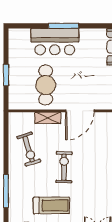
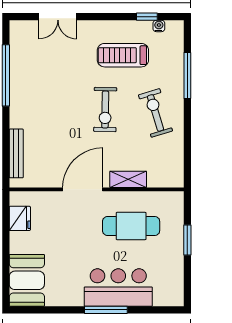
cafe table: (46, 85) -> (131, 226), turned 90
exercise bike: (29, 149) -> (155, 113), moved

